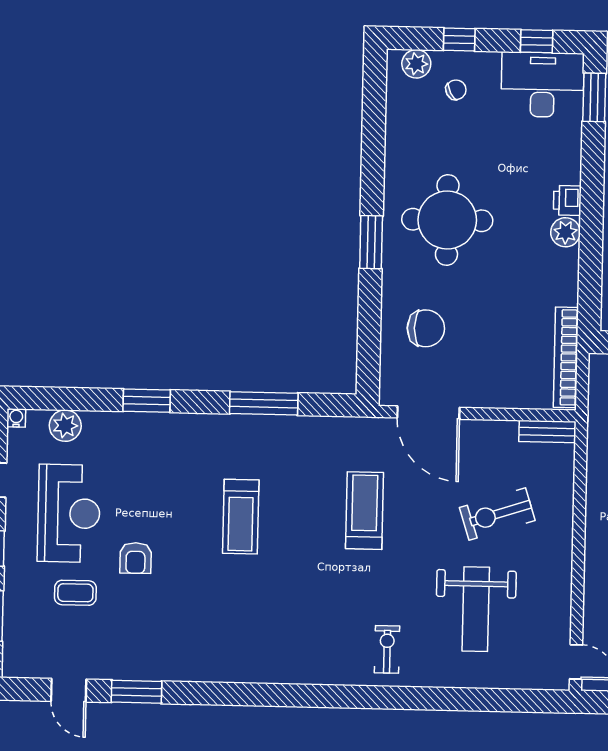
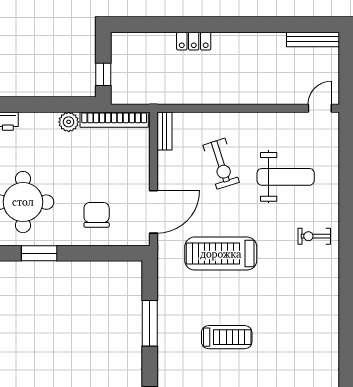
plant: (566, 232) -> (69, 122), moved
treadmill: (365, 511) -> (221, 254), width x1.37, depth x1.37

